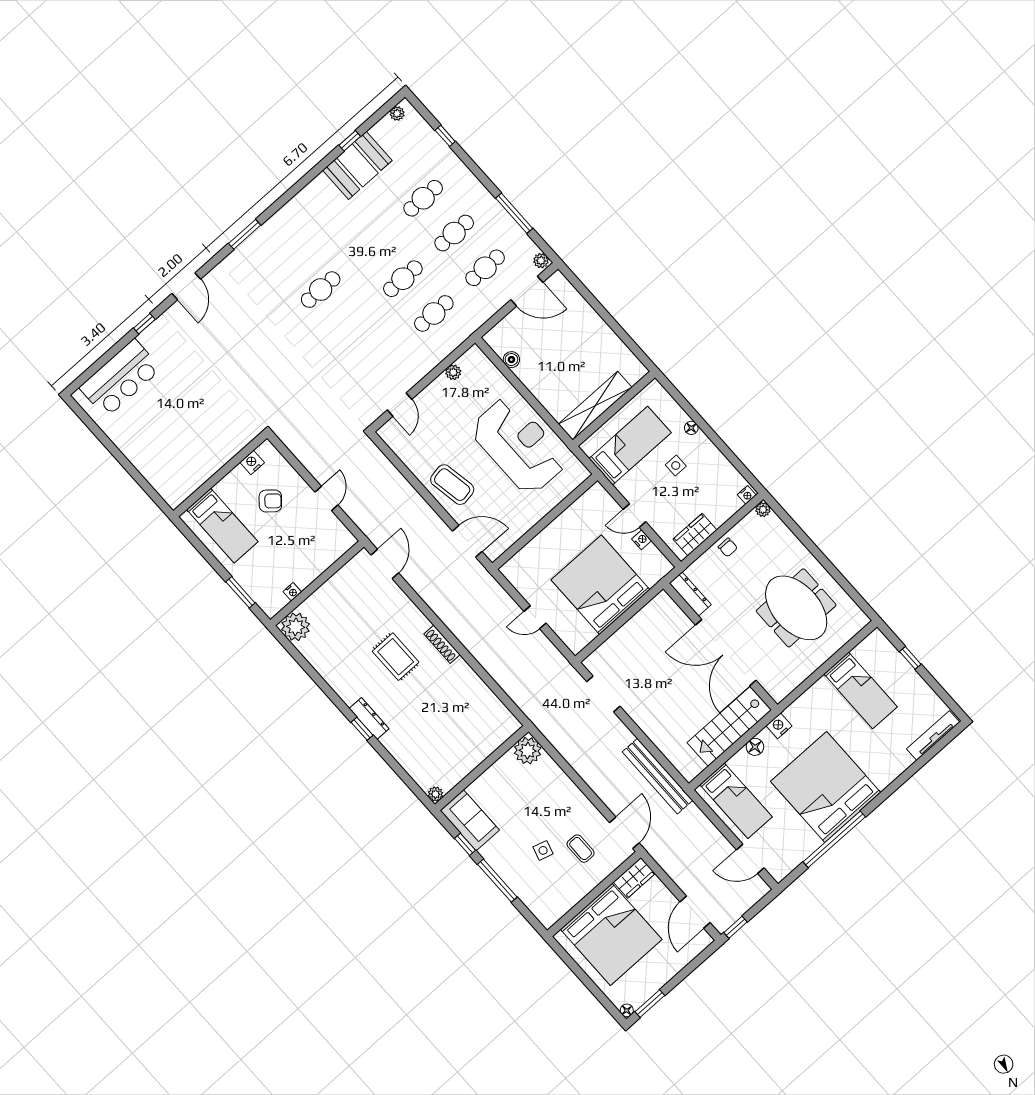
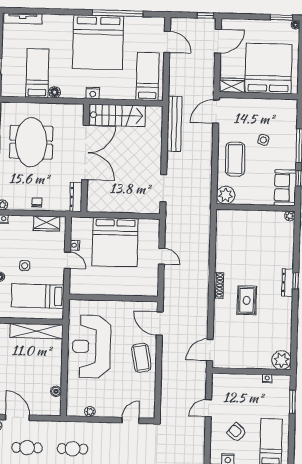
floor lamp: (755, 747) -> (55, 92), moved
coffee table: (581, 849) -> (235, 159), moved, width x1.86, depth x1.72

